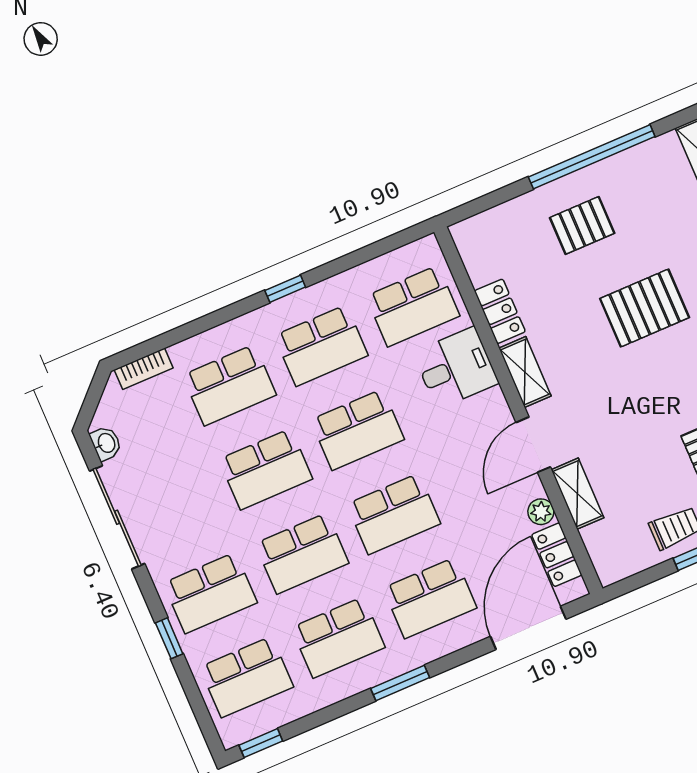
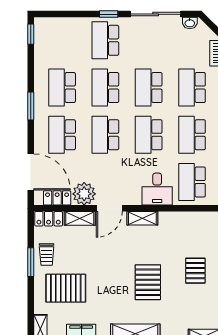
locker: (500, 311) -> (49, 219), moved
door: (533, 445) -> (109, 208), swing flipped
plant: (541, 512) -> (84, 194), width x1.88, depth x1.88
window: (169, 638) -> (109, 14), moved
school desk: (246, 677) -> (62, 40), removed

